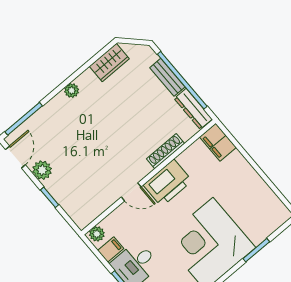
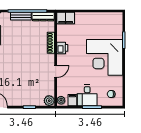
plant: (42, 170) -> (49, 101), moved
printer: (168, 183) -> (62, 48), width x0.53, depth x0.68

